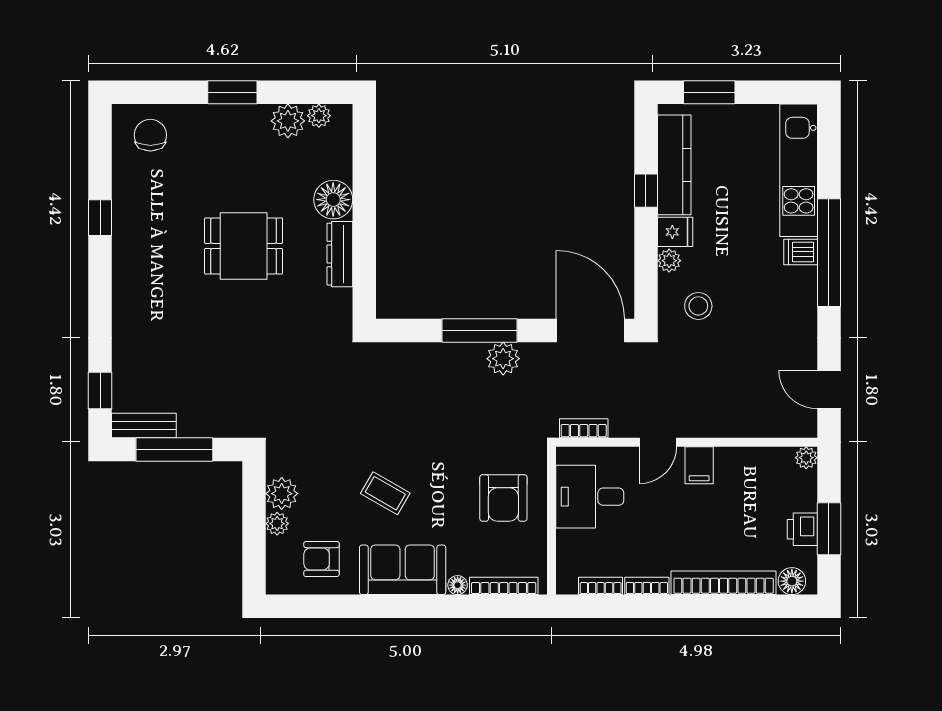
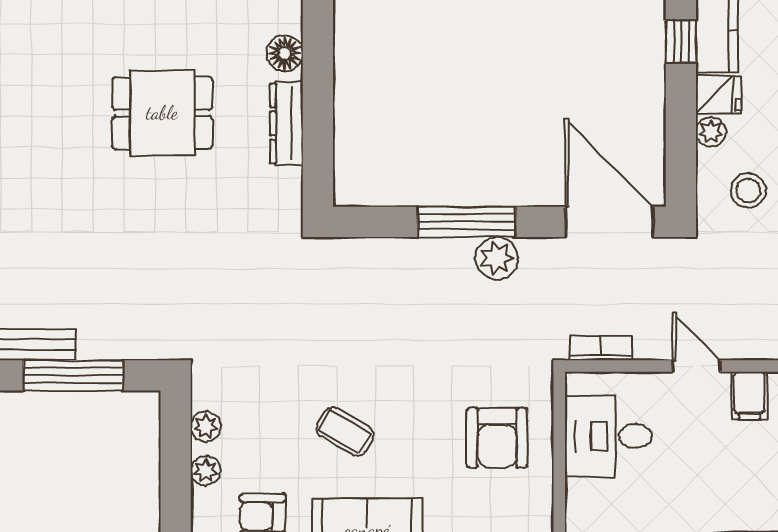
floor lamp: (333, 200) -> (285, 53), width x0.73, depth x0.73
door: (658, 442) -> (696, 366), swing flipped
plant: (282, 494) -> (206, 426), width x0.73, depth x0.73

